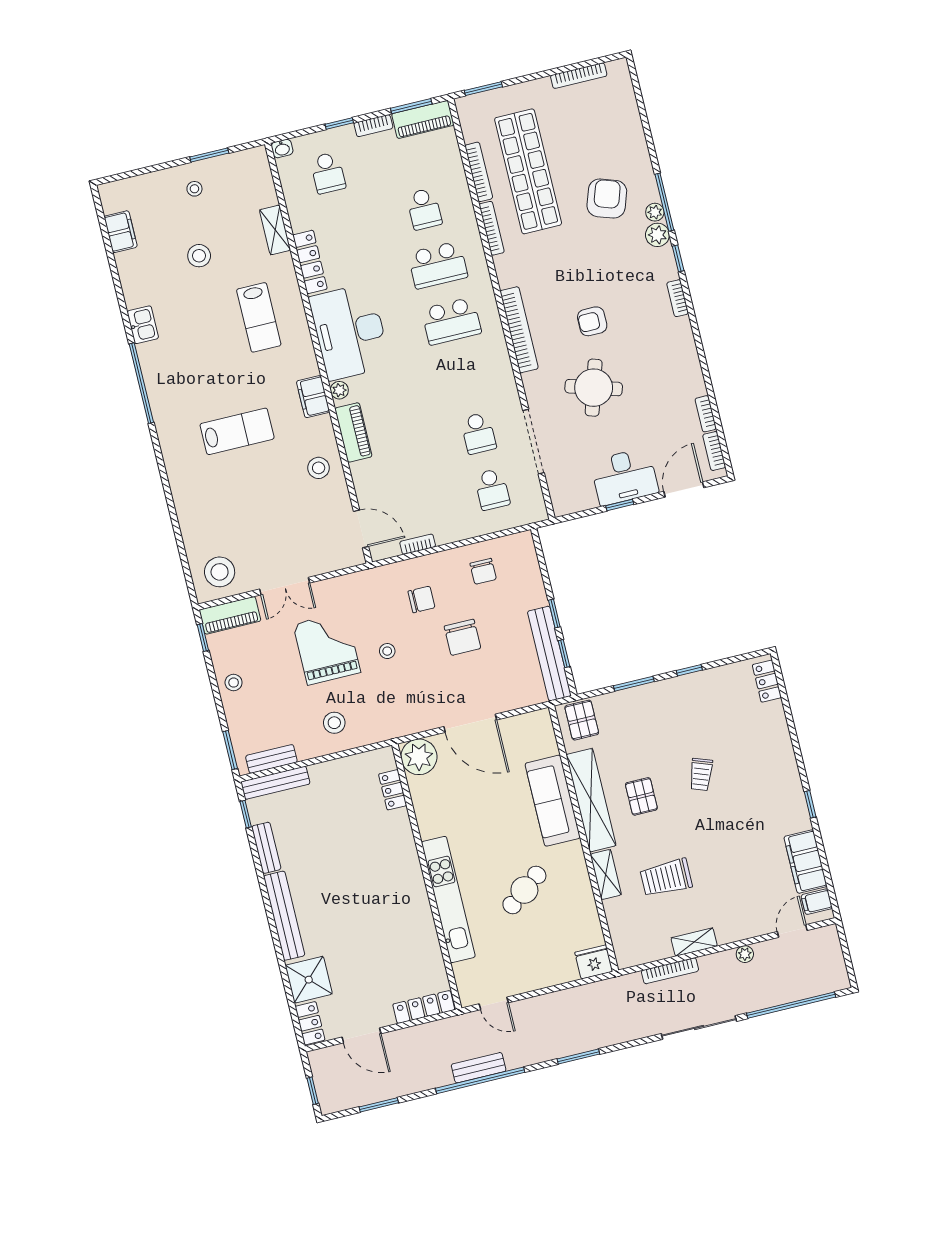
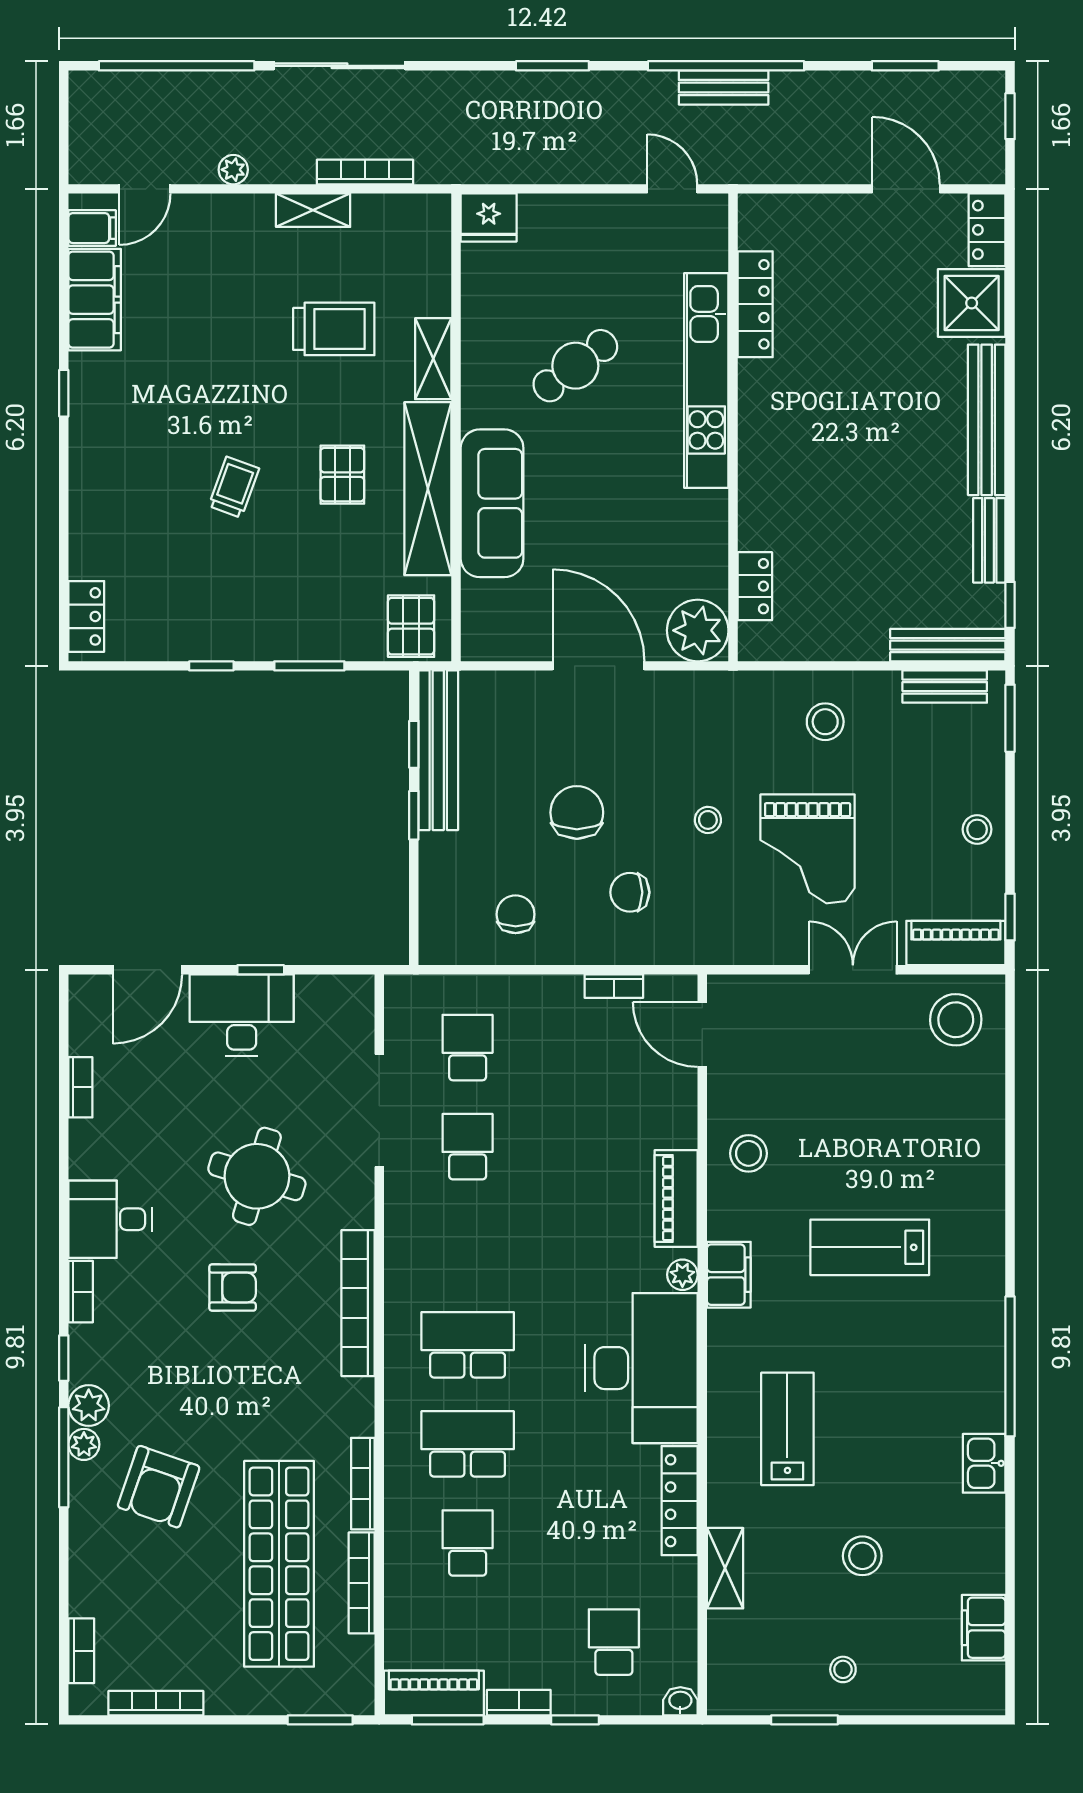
desk: (671, 343) -> (110, 1219), added
bookcase: (714, 451) -> (81, 1651), moved
locker: (424, 1007) -> (755, 304), moved, turned -90

